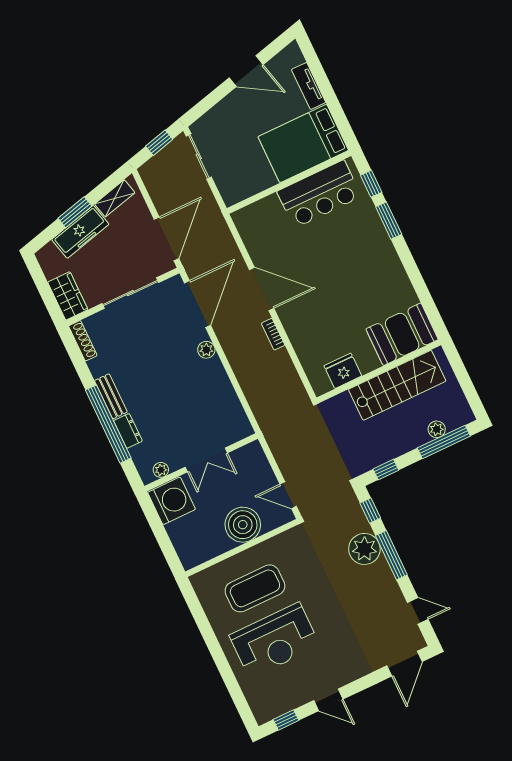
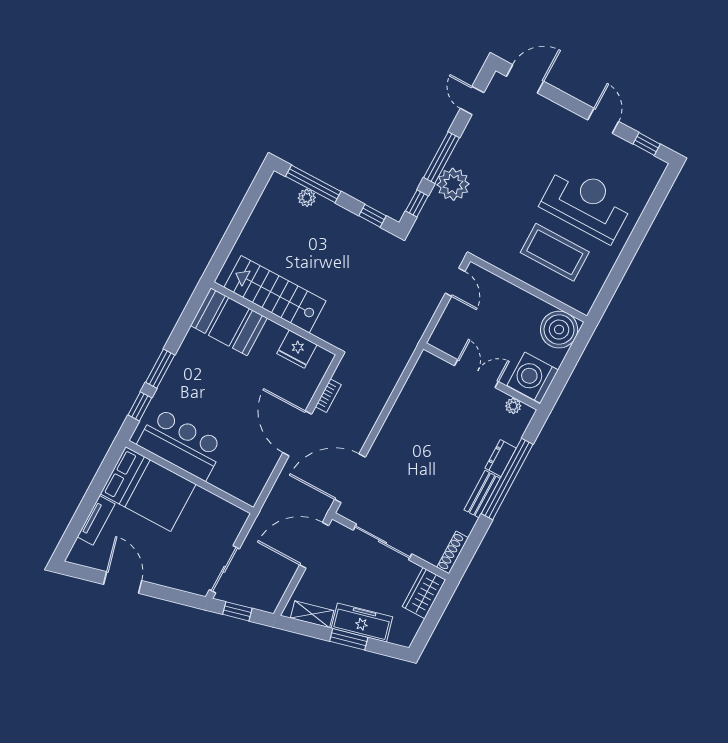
booth: (402, 334) -> (229, 322), moved
plant: (206, 350) -> (383, 442), removed
fridge: (343, 371) -> (297, 349), moved
wall: (379, 371) -> (275, 318), moved
stairs: (397, 385) -> (275, 294), moved
boiler: (243, 525) -> (559, 330), moved

